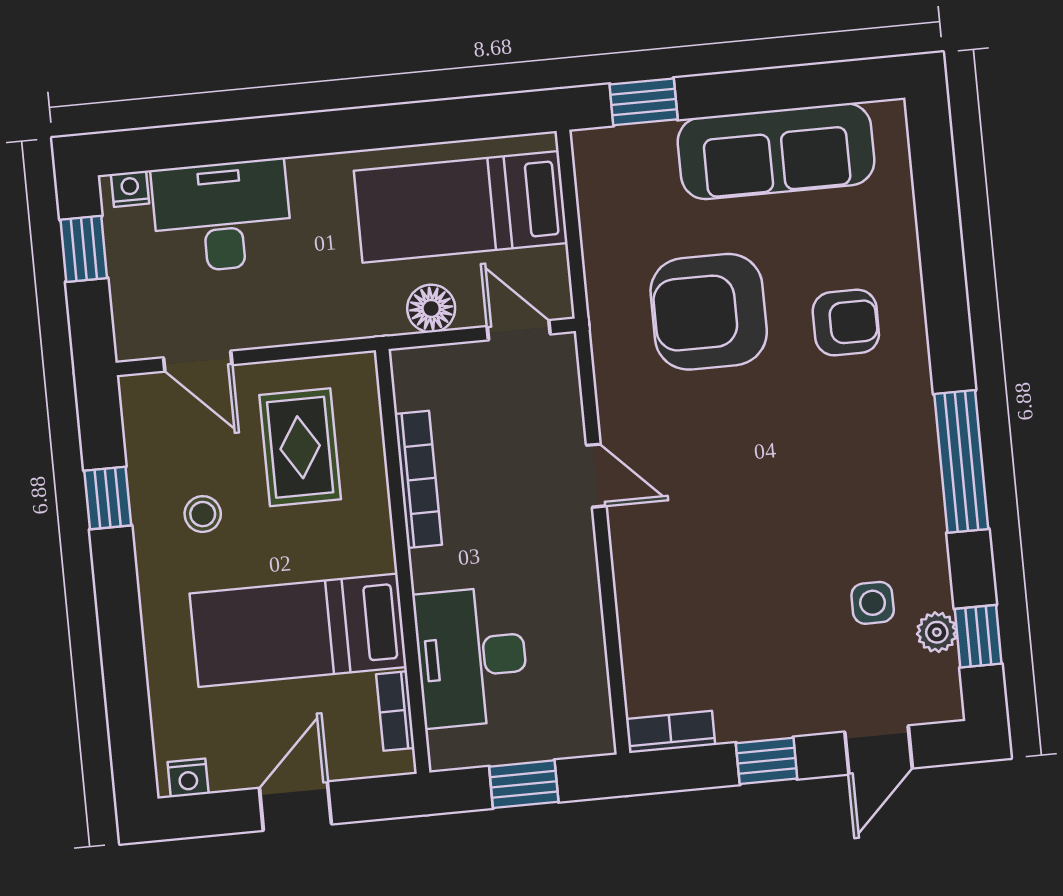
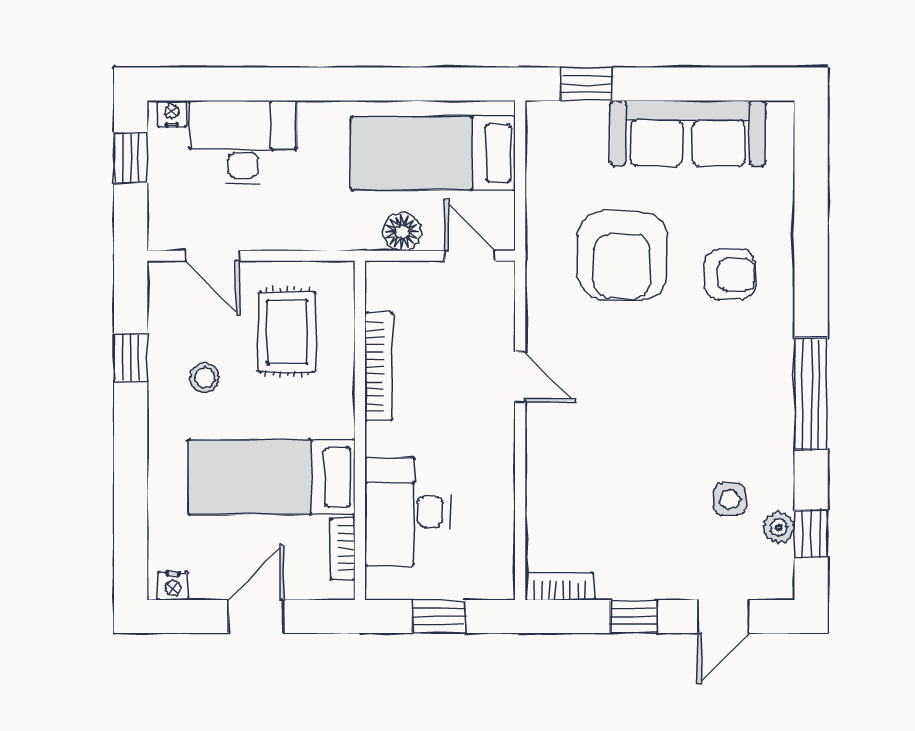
armchair: (709, 312) -> (622, 256), turned -90

